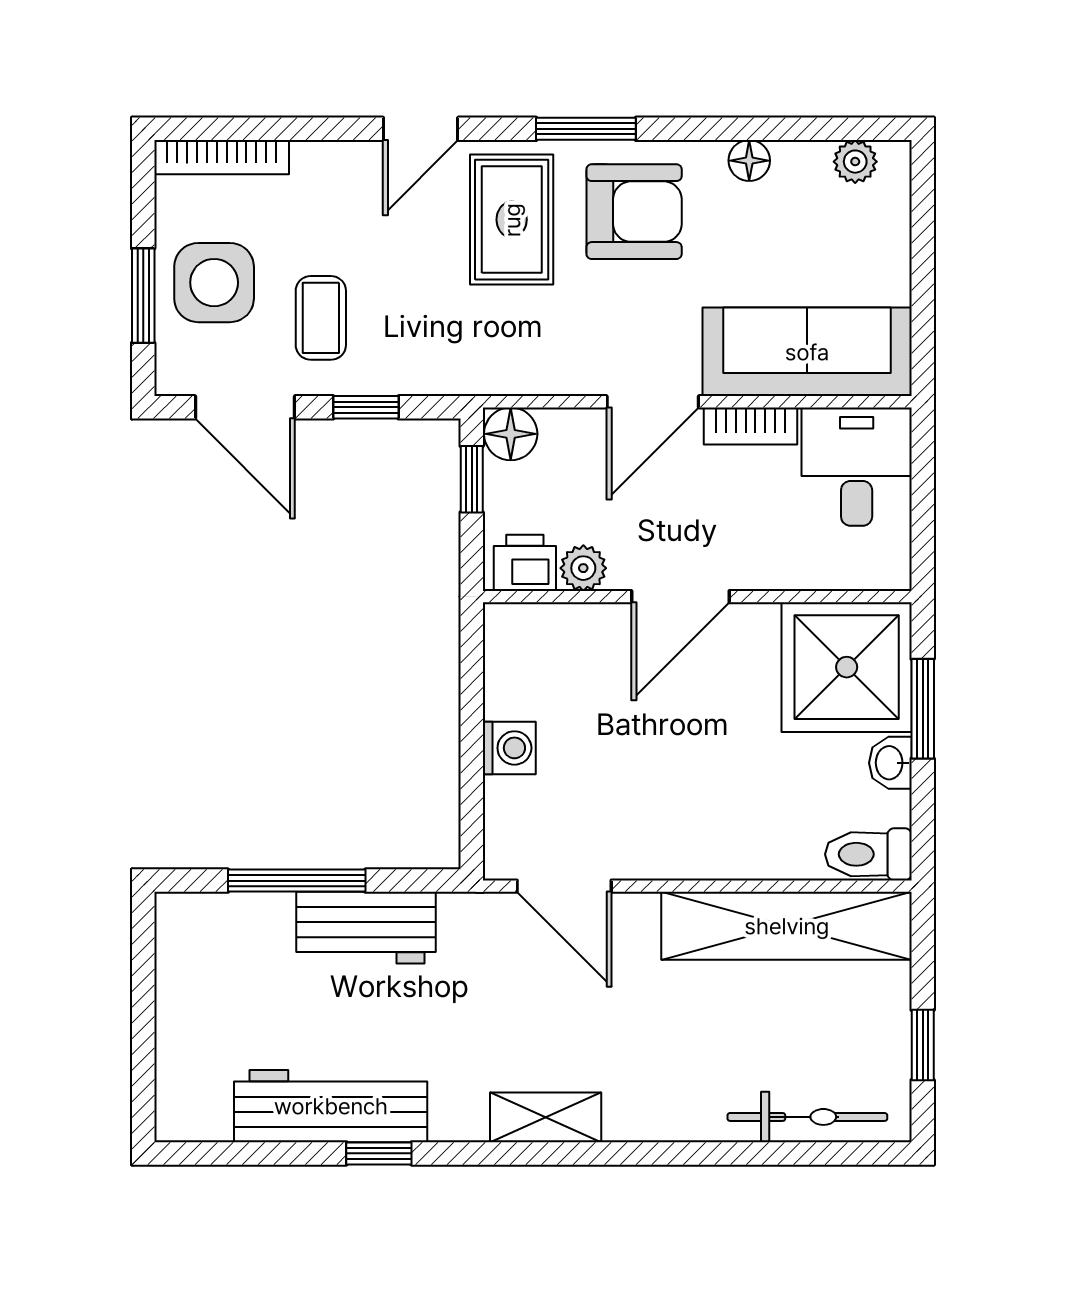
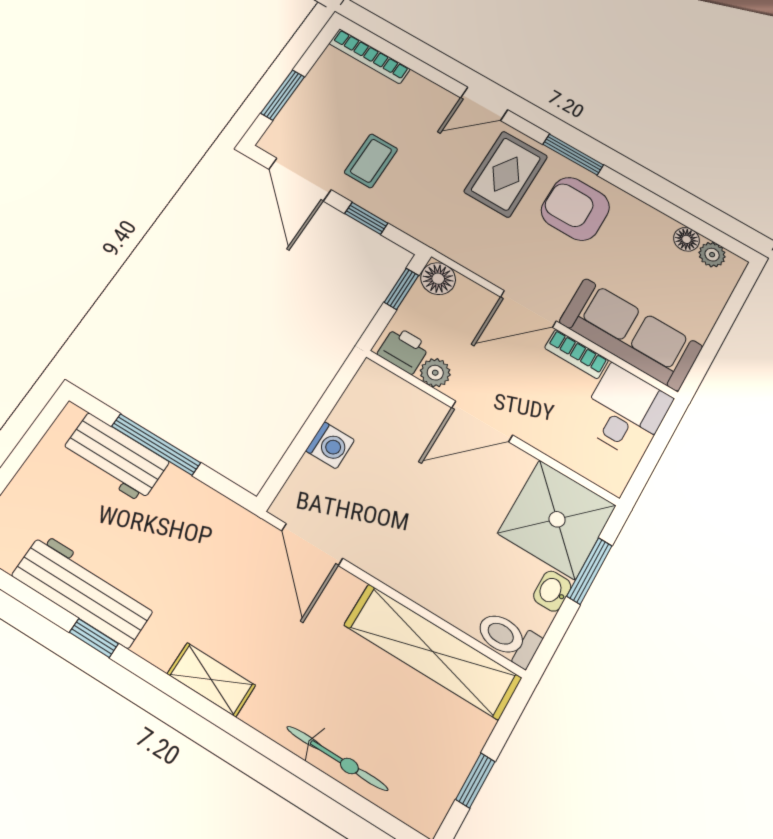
floor lamp: (749, 161) -> (686, 239), moved
armchair: (634, 212) -> (575, 209), turned 180
side table: (214, 283) -> (325, 111), removed
workbench: (366, 928) -> (115, 457), moved
bicycle: (807, 1117) -> (337, 758), moved

